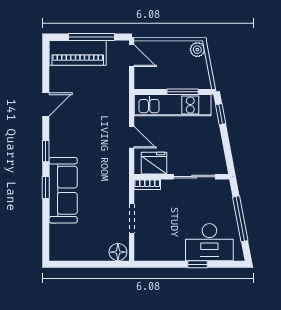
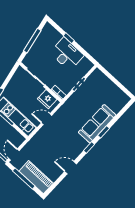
door: (132, 137) -> (47, 119), hinge flipped
desk: (209, 242) -> (67, 54), moved
floor lamp: (118, 252) -> (98, 75), removed

